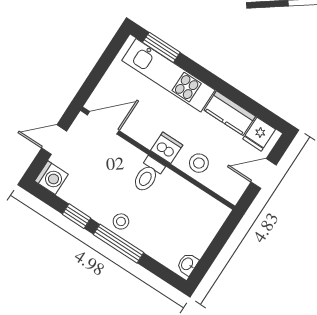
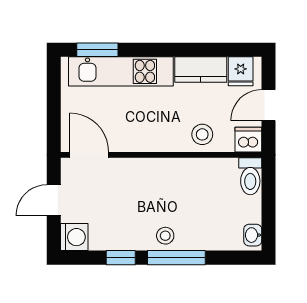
door: (103, 123) -> (89, 155), hinge flipped
dishwasher: (167, 148) -> (248, 140), moved
toilet: (148, 175) -> (250, 176), moved

